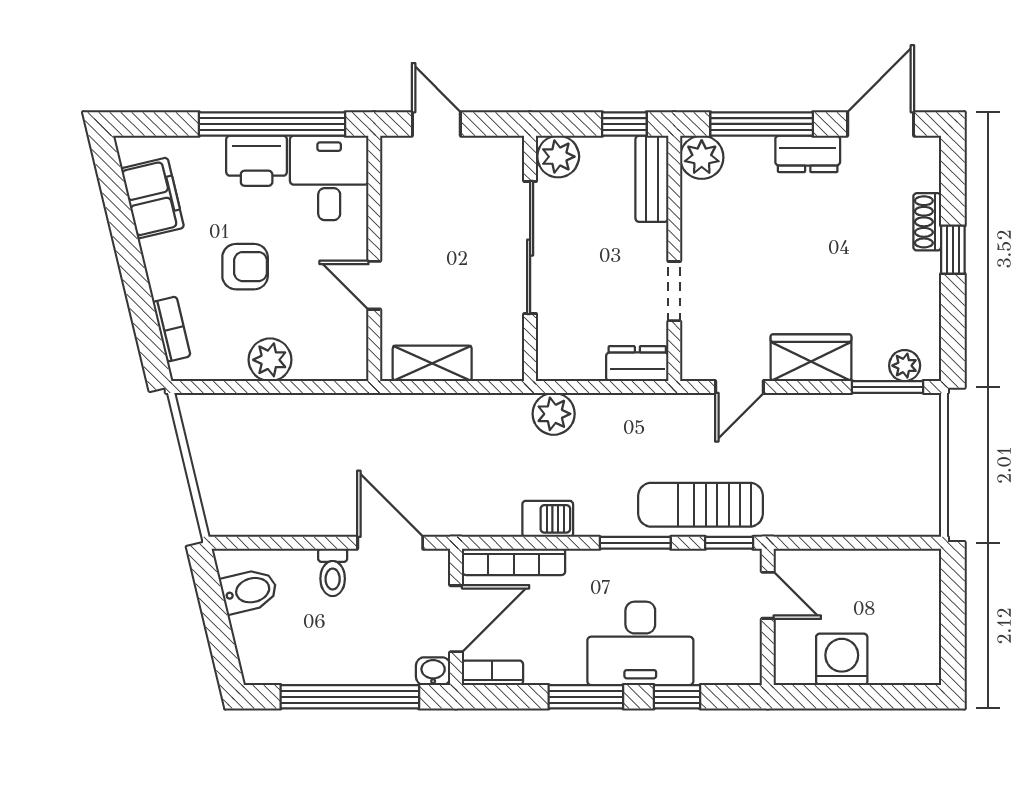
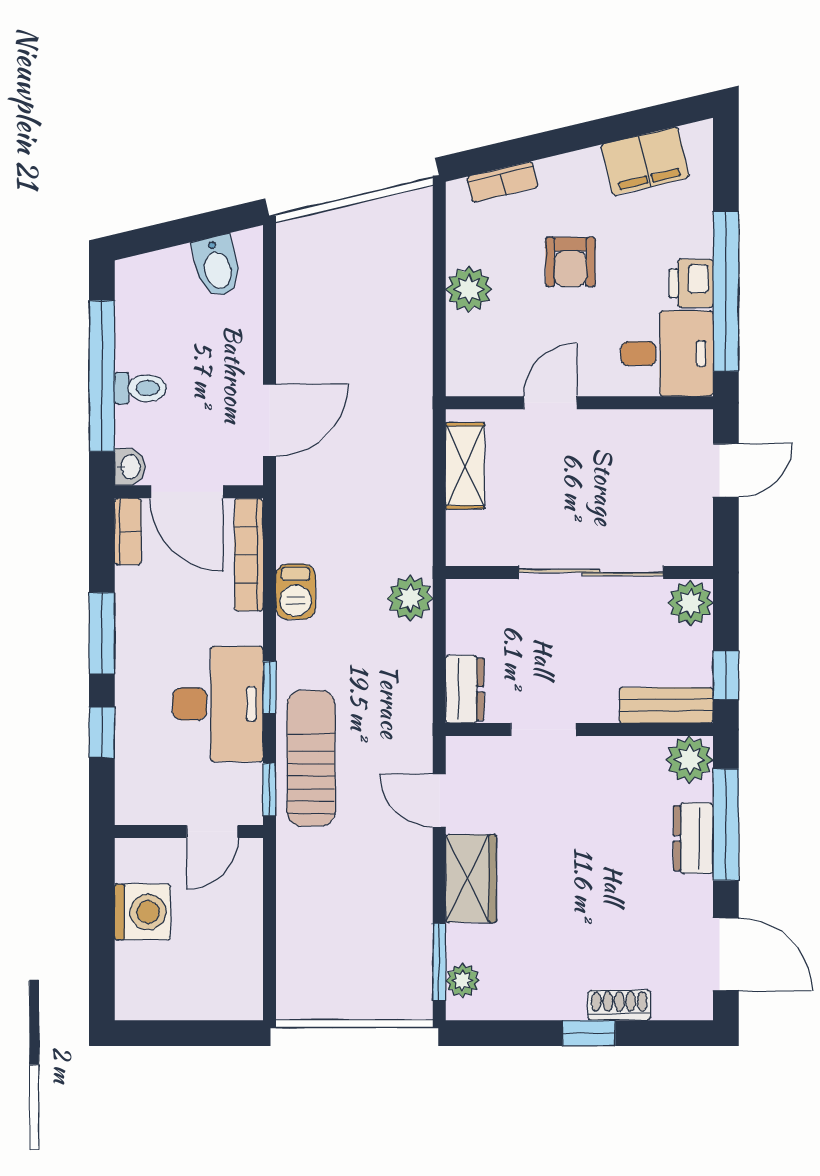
dresser: (808, 154) -> (693, 838), moved
printer: (257, 161) -> (691, 283), width x0.73, depth x0.81
window: (635, 543) -> (270, 687), width x0.67
toilet: (333, 572) -> (140, 388), moved, turned 180
desk: (640, 643) -> (218, 704), moved, turned 180

